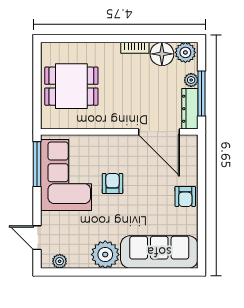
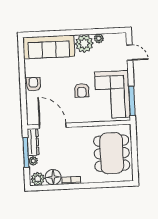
dining table: (71, 86) -> (112, 153), width x1.37
plant: (60, 261) -> (99, 38), moved

